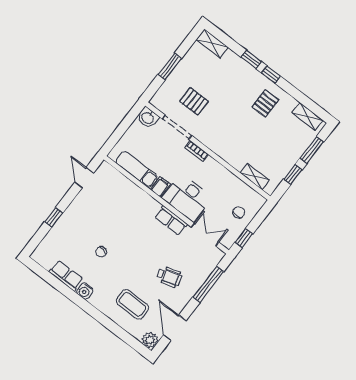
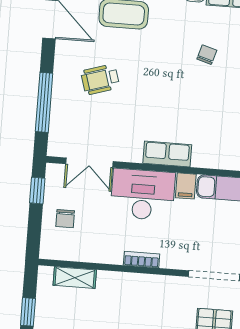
bookcase: (197, 151) -> (142, 260), moved
row of seats: (171, 221) -> (167, 154), moved

